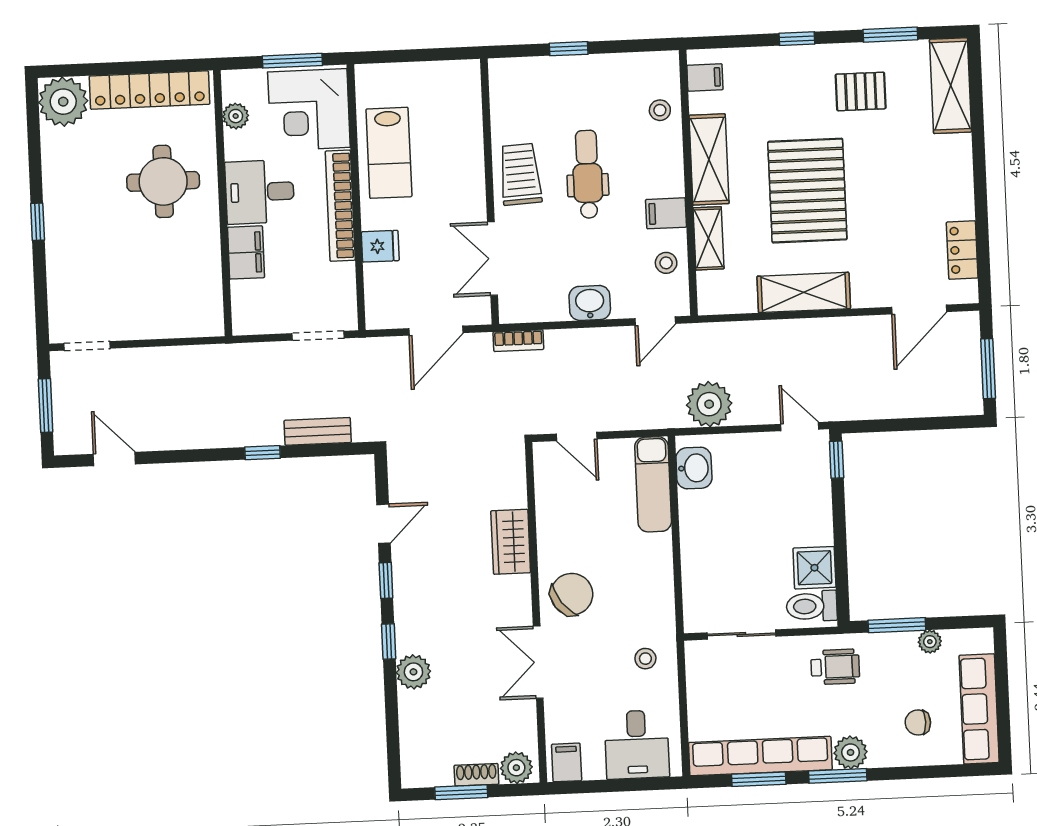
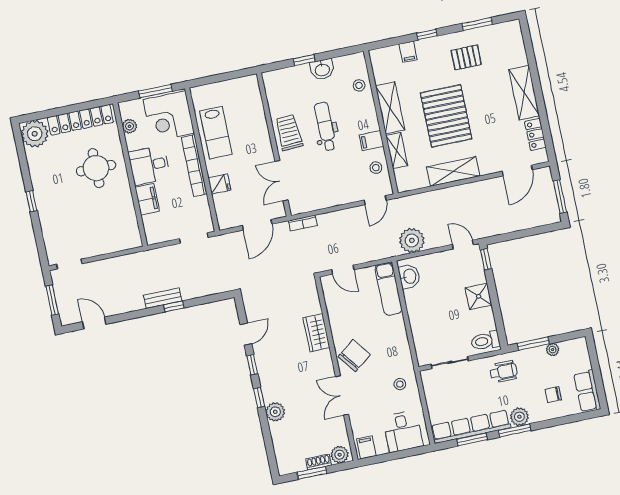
filing cabinet: (705, 77) -> (408, 52), moved, turned 90
shelving: (951, 86) -> (524, 93), moved
washbasin: (590, 303) -> (322, 69), moved, turned 180
bench: (318, 431) -> (163, 298), moved
shower: (814, 568) -> (479, 296), moved
row of seats: (979, 709) -> (587, 391), width x0.68

